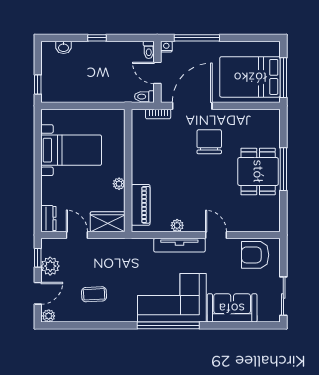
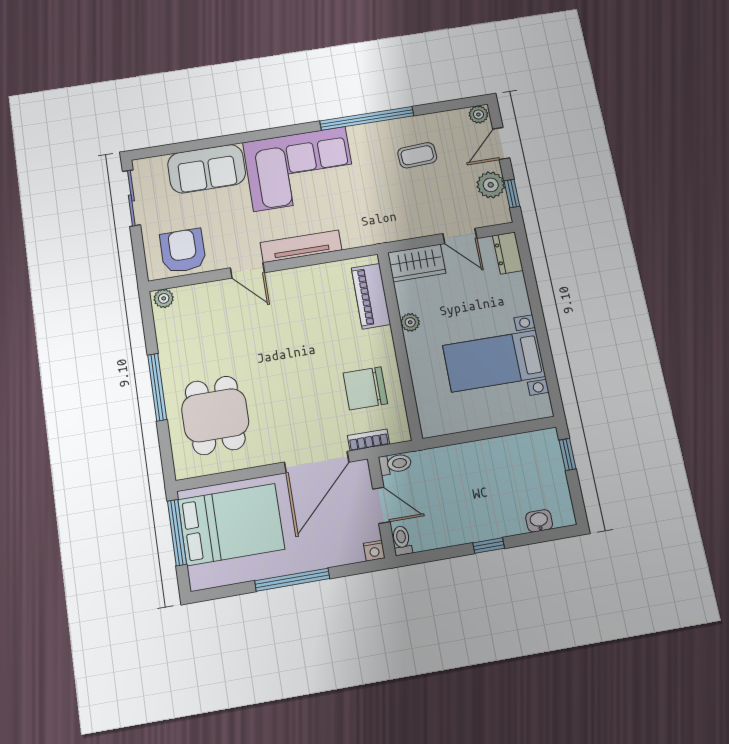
window: (197, 38) -> (292, 580), moved
chair: (209, 142) -> (365, 388), moved, turned 90
dining table: (258, 171) -> (215, 415), moved
plant: (177, 225) -> (164, 298), moved
armchair: (255, 255) -> (183, 251), turned -90
window: (168, 325) -> (367, 118), moved

